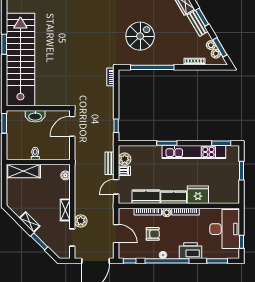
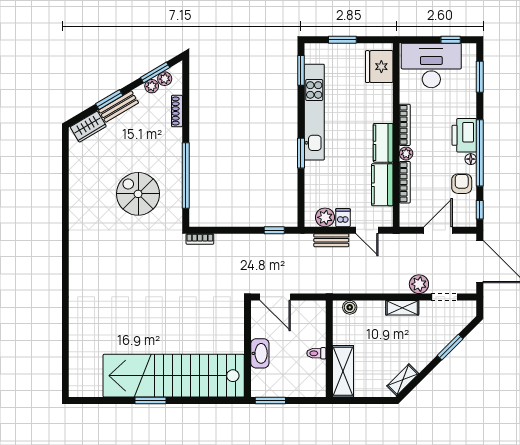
fridge: (198, 195) -> (379, 67), moved
shelving: (30, 222) -> (403, 380), moved
armchair: (153, 234) -> (462, 184), moved
printer: (191, 251) -> (464, 135), moved

